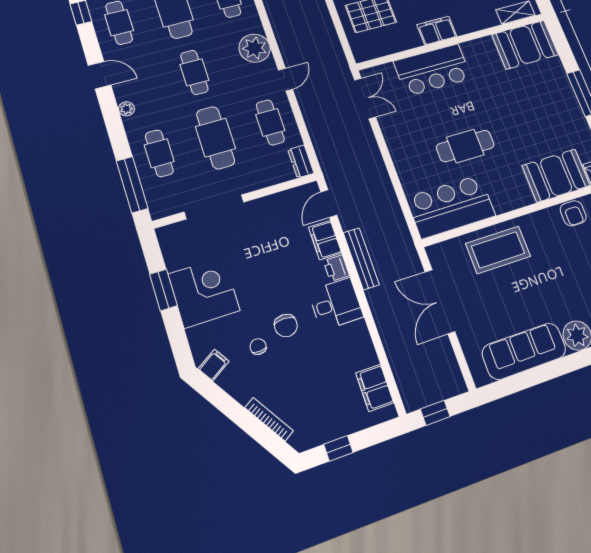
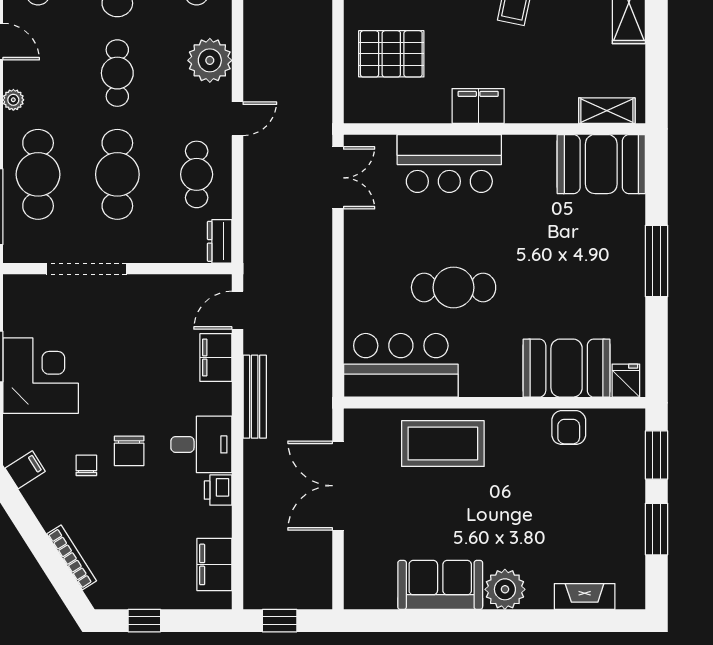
cafe table: (159, 153) -> (38, 174), width x1.37, depth x1.35
printer: (336, 268) -> (218, 490), moved
sofa: (524, 351) -> (440, 585), width x0.73

